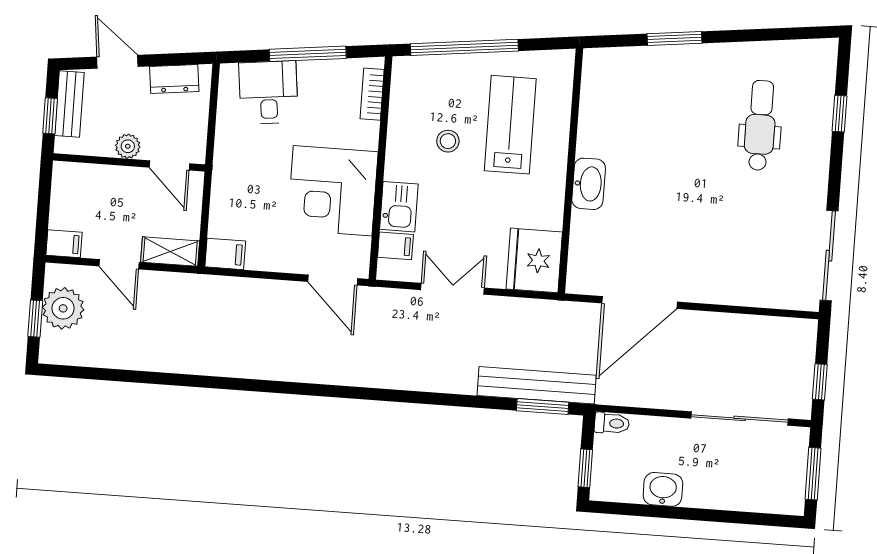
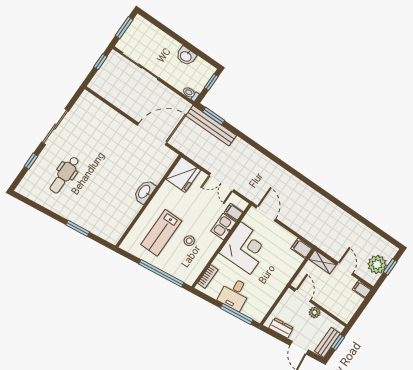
window: (308, 54) -> (237, 314), moved
desk: (268, 92) -> (234, 294), moved
sliding door: (829, 256) -> (55, 127), moved

